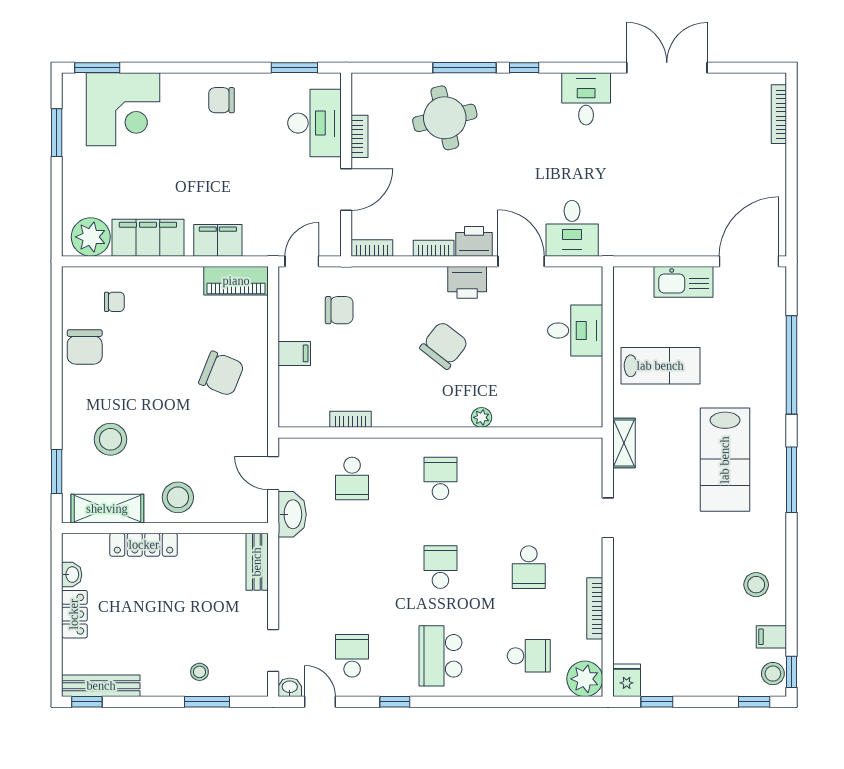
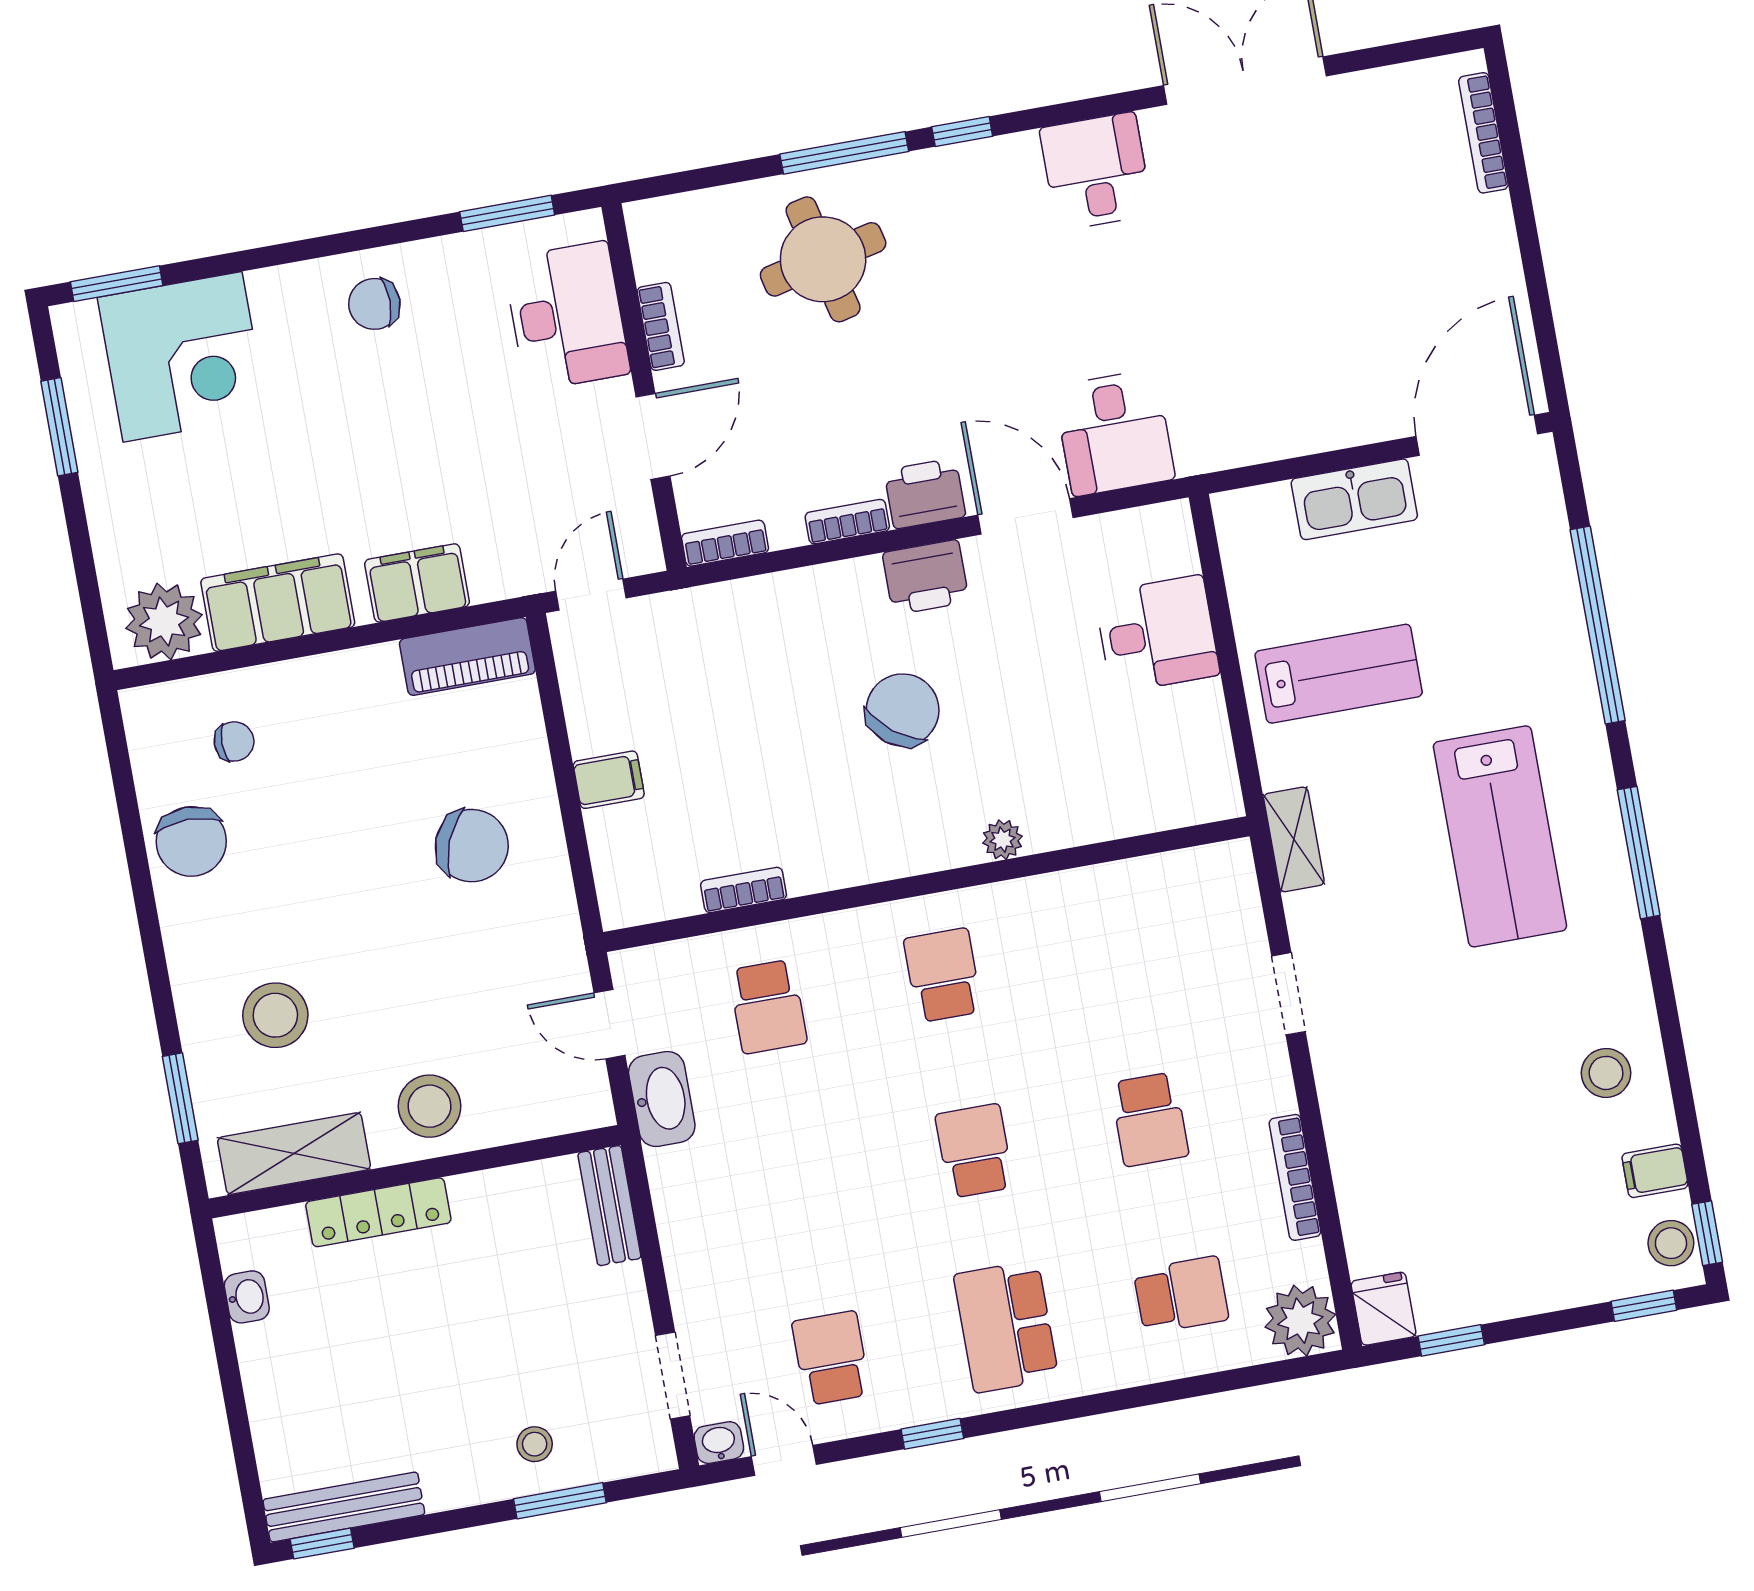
chair: (339, 310) -> (682, 678), removed
locker: (74, 614) -> (266, 1374), removed

